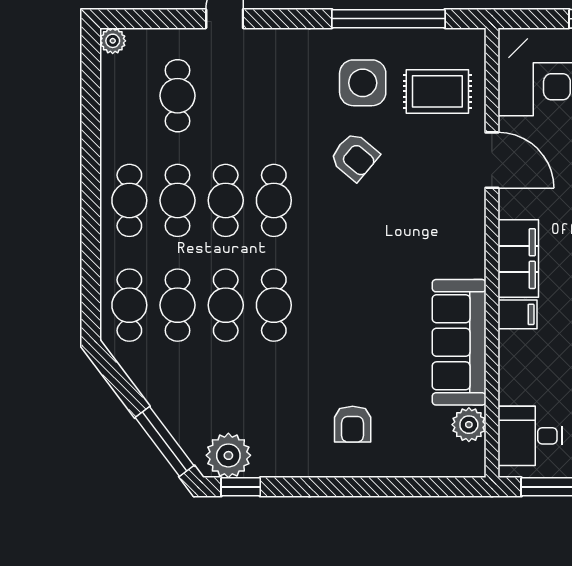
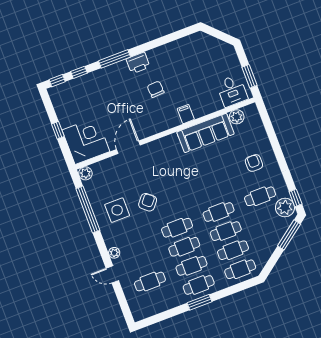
plant: (113, 41) -> (114, 253), moved
plant: (470, 44) -> (85, 173), added
rug: (437, 91) -> (109, 179), removed
window: (91, 188) -> (199, 302), added
filing cabinet: (518, 259) -> (163, 122), removed
cafe table: (274, 410) -> (260, 196), added
armchair: (353, 424) -> (254, 163), turned -90

